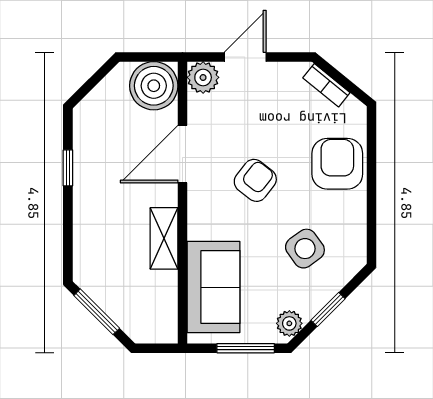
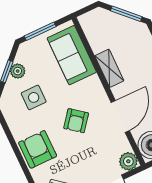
armchair: (337, 164) -> (38, 149), turned 180
side table: (305, 249) -> (34, 97), turned 36
plant: (289, 323) -> (18, 71), moved

